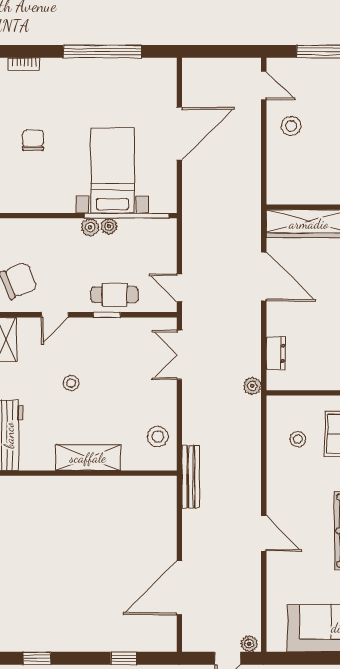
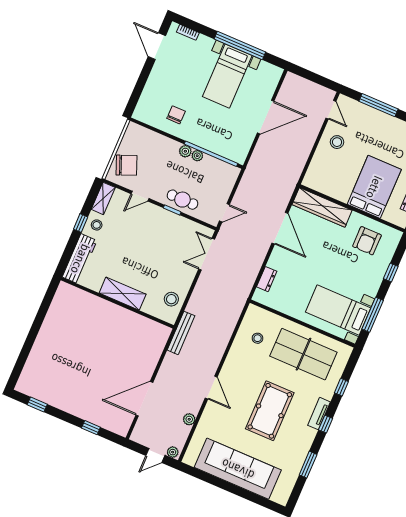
chair: (33, 140) -> (176, 115), moved
bed with nightstands: (112, 170) -> (227, 76), moved, turned 180
door: (179, 288) -> (224, 213), swing flipped
stool: (71, 383) -> (97, 225), moved
plant: (252, 386) -> (189, 419), moved

